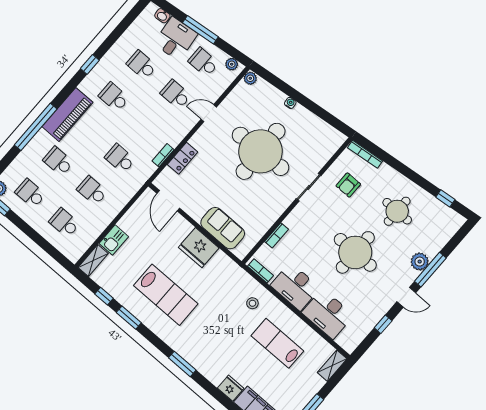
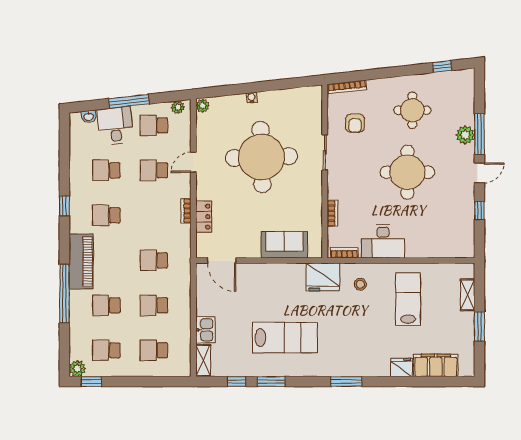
bookcase: (163, 155) -> (186, 211), moved
fridge: (199, 248) -> (323, 277), moved
desk: (328, 314) -> (428, 241), removed
lab bench: (277, 343) -> (408, 299), turned 90
shelving: (332, 366) -> (467, 295), moved

